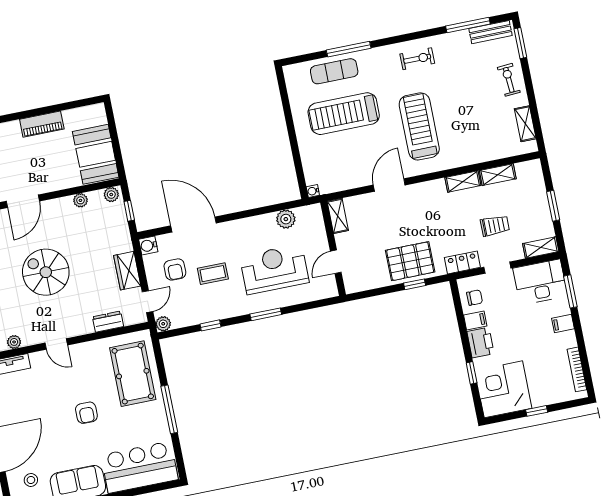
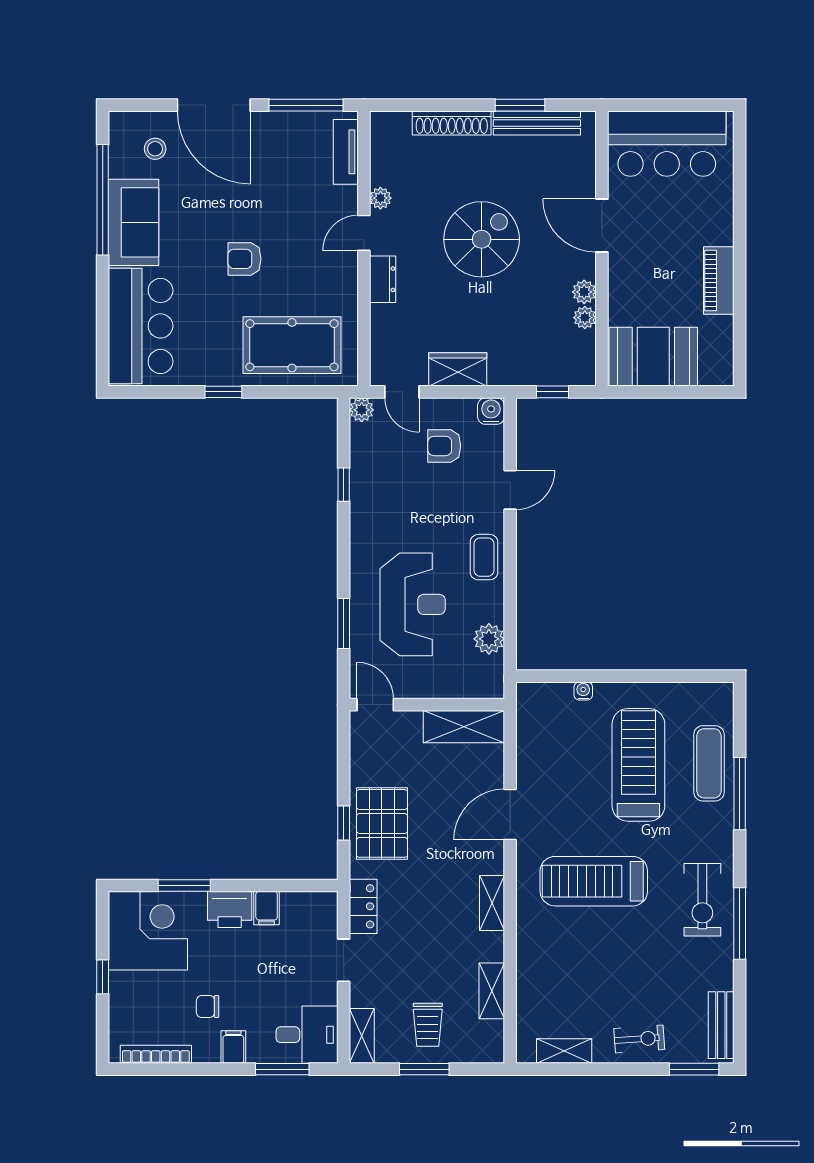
window: (468, 25) -> (740, 923), moved
exercise bike: (417, 59) -> (702, 900), width x1.38, depth x1.39
treadmill: (419, 126) -> (594, 881), turned 180
shelving: (463, 181) -> (492, 903), moved
door: (389, 185) -> (510, 814), swing flipped
water cooler: (313, 191) -> (583, 691), moved
plant: (111, 195) -> (584, 292), moved
shelving: (338, 216) -> (464, 727), width x1.50, depth x1.33
door: (193, 224) -> (510, 490), width x0.53
trolley: (495, 226) -> (428, 1025), moved
door: (336, 262) -> (375, 705), moved
coffee table: (213, 274) -> (484, 557), moved
desk: (540, 282) -> (307, 1035), width x0.73
chair: (475, 298) -> (208, 1007), moved, turned 90
window: (266, 314) -> (344, 624), moved
dresser: (108, 322) -> (383, 279), moved
plant: (14, 342) -> (380, 198), moved
window: (472, 373) -> (184, 885), width x1.50
window: (169, 409) -> (223, 392), width x0.46

